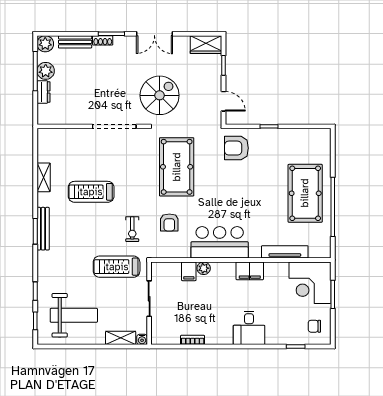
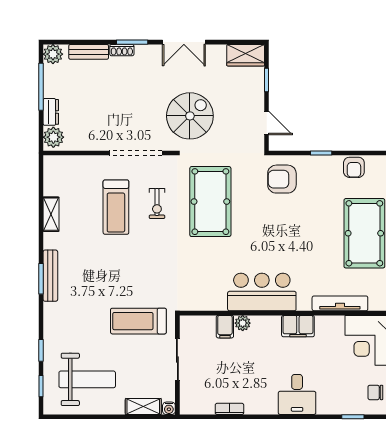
plant: (46, 71) -> (53, 137), moved
treadmill: (91, 192) -> (116, 207), moved, turned -90
armchair: (169, 222) -> (354, 167), moved
exercise bike: (132, 229) -> (157, 203), moved

